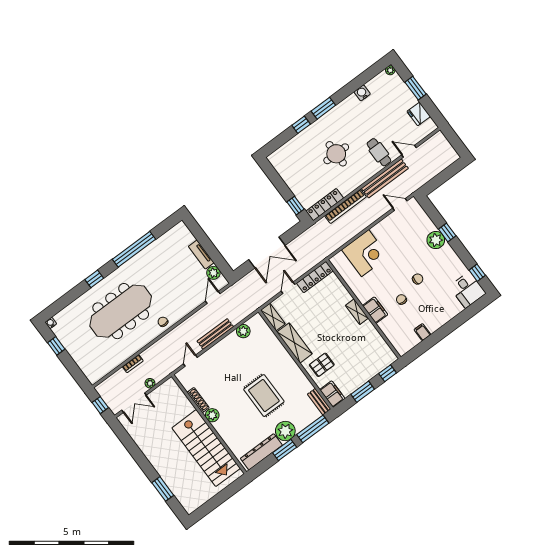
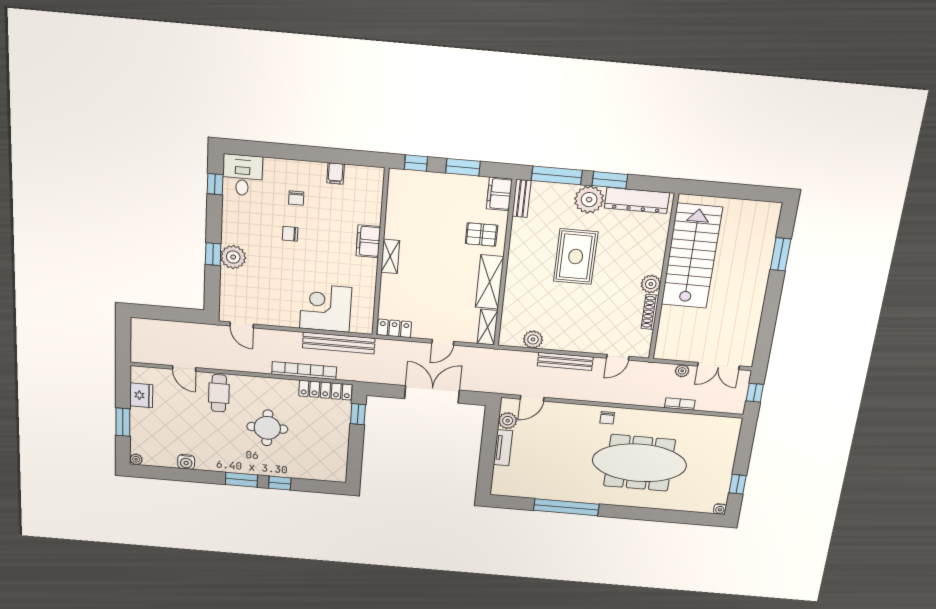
bench: (385, 178) -> (339, 343), moved
locker: (315, 277) -> (394, 328), width x0.66
window: (94, 279) -> (634, 513), removed
chair: (401, 299) -> (296, 198), moved
double door: (134, 403) -> (718, 366), swing flipped

